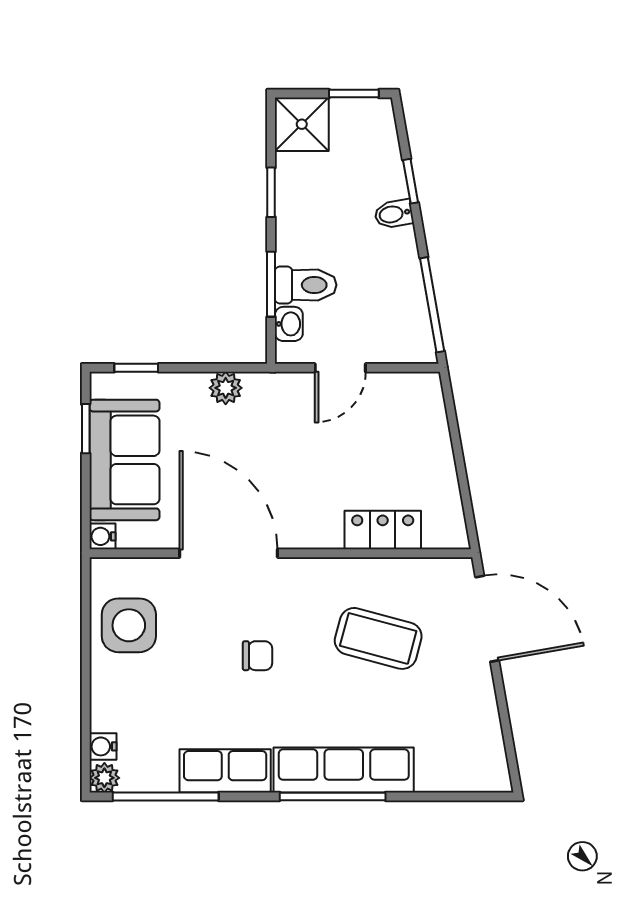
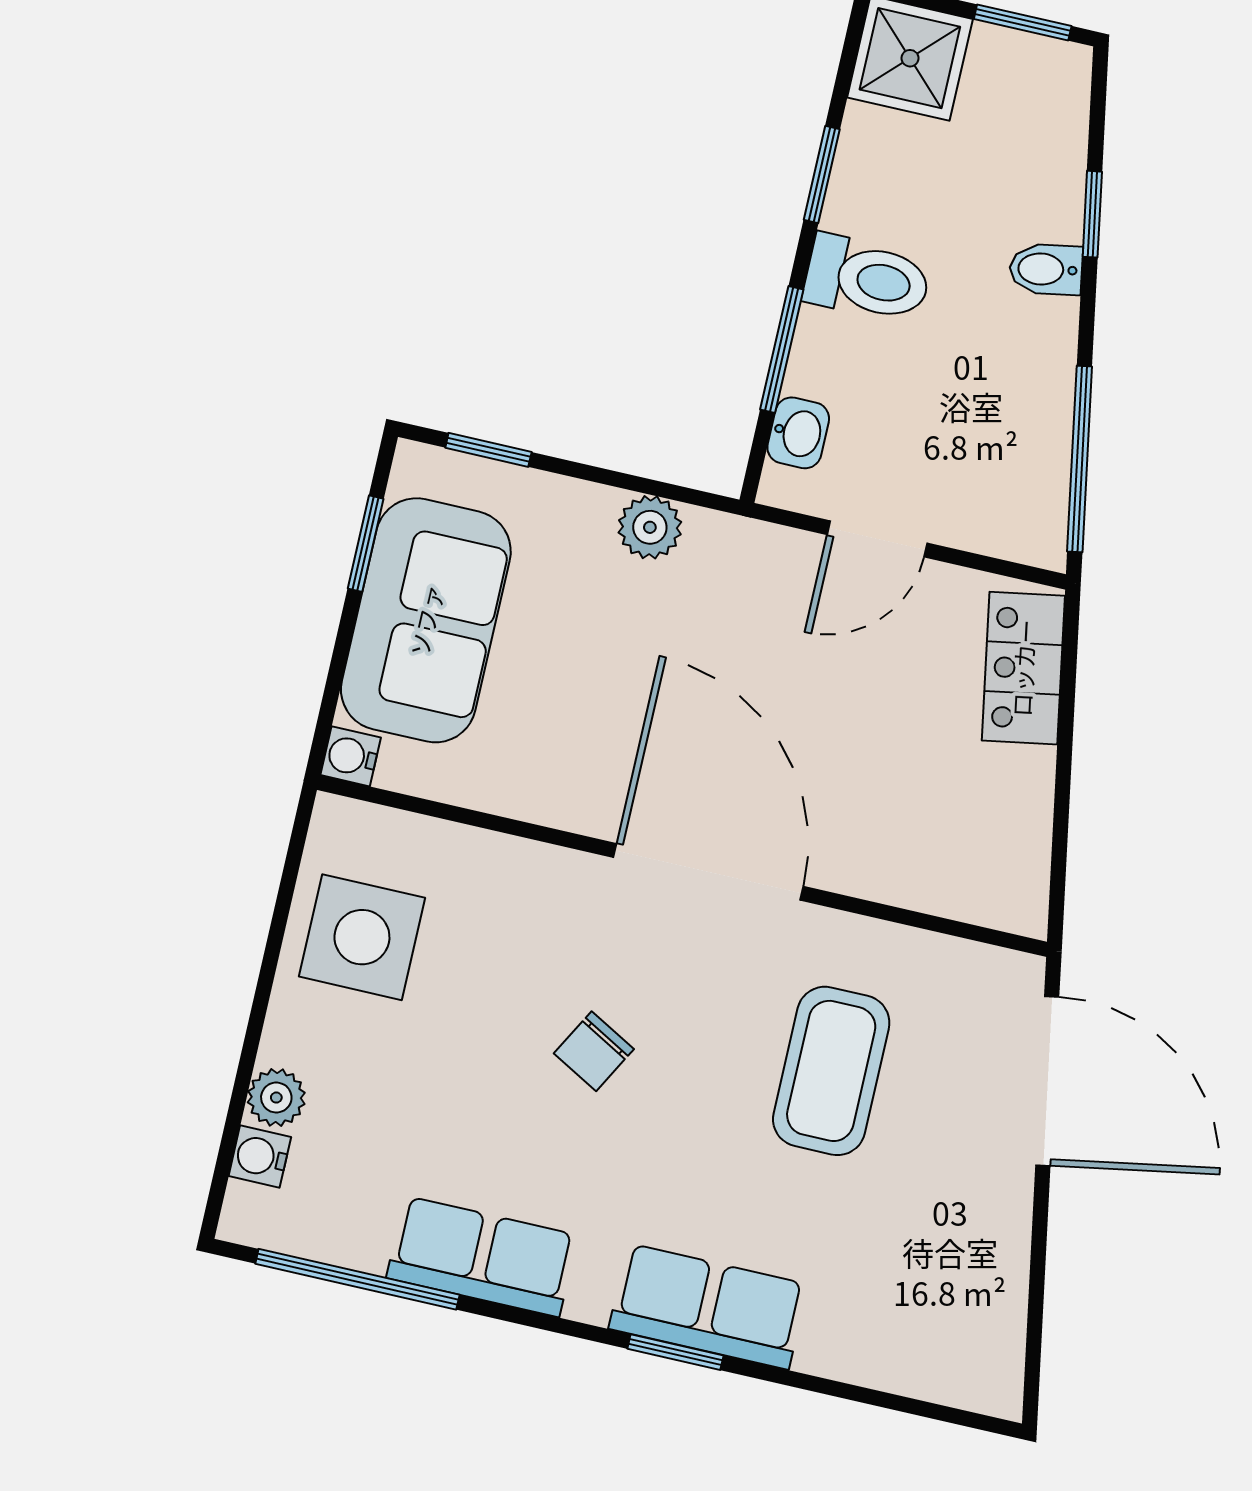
toilet: (306, 285) -> (867, 279), moved
locker: (383, 530) -> (1023, 668), moved, turned -100
door: (229, 553) -> (708, 872), moved
coffee table: (378, 638) -> (831, 1071), turned 75
chair: (258, 656) -> (594, 1051), turned 119
row of seats: (344, 770) -> (708, 1306), width x0.68
plant: (104, 778) -> (276, 1098), moved
window: (333, 796) -> (675, 1352), width x0.46

